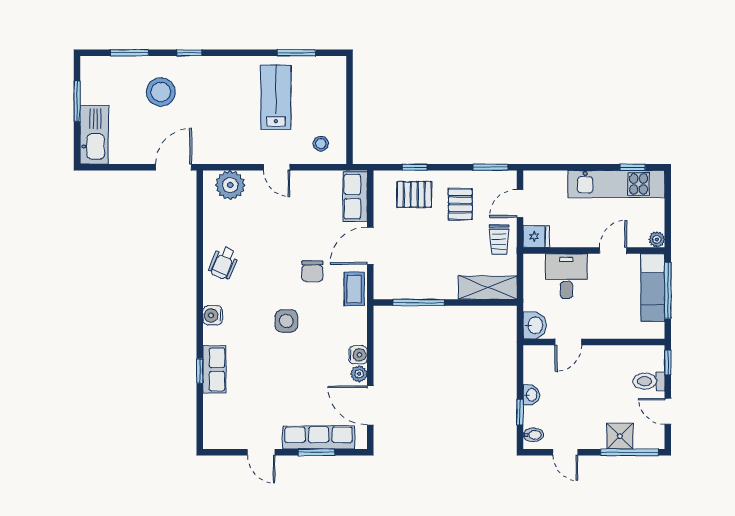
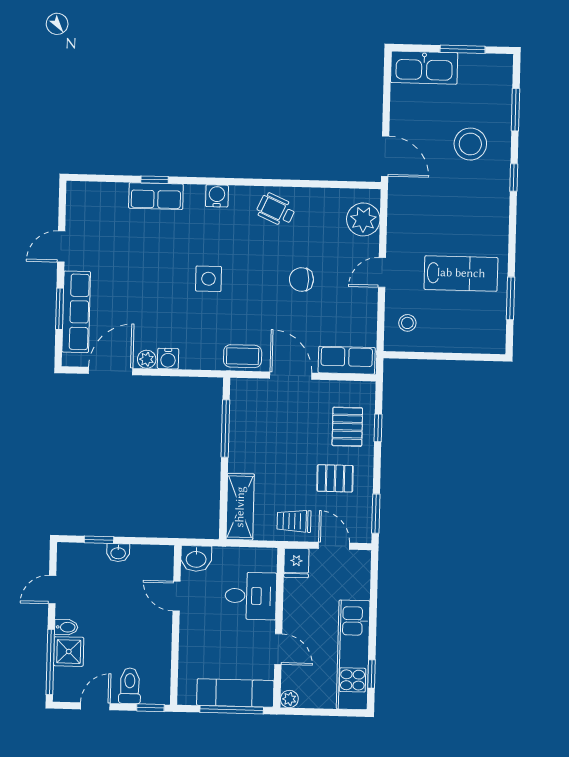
chair: (312, 271) -> (301, 279), moved
bidet: (533, 435) -> (66, 627), moved, turned -90

